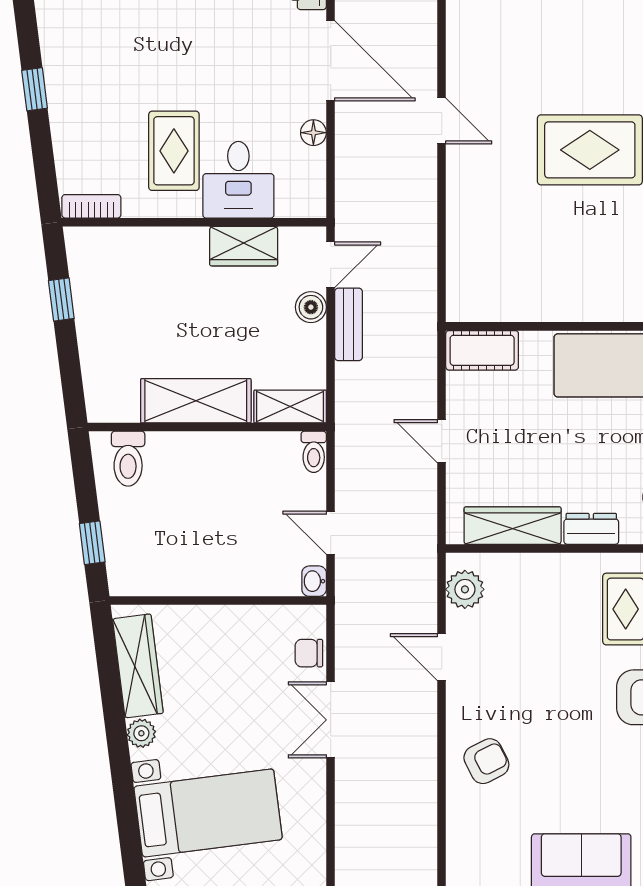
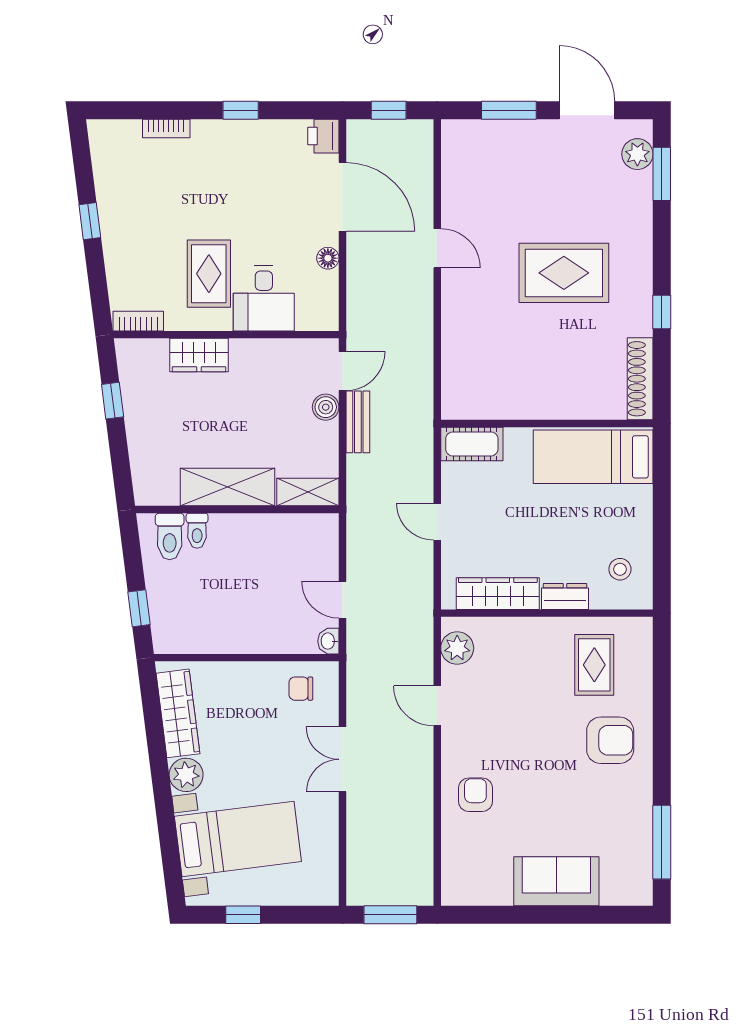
wardrobe: (244, 246) -> (199, 355), moved
toilet: (314, 452) -> (197, 531), moved
chair: (309, 653) -> (301, 689), moved
plant: (141, 733) -> (186, 775), width x1.38, depth x1.38
armchair: (486, 761) -> (475, 795), turned -63

